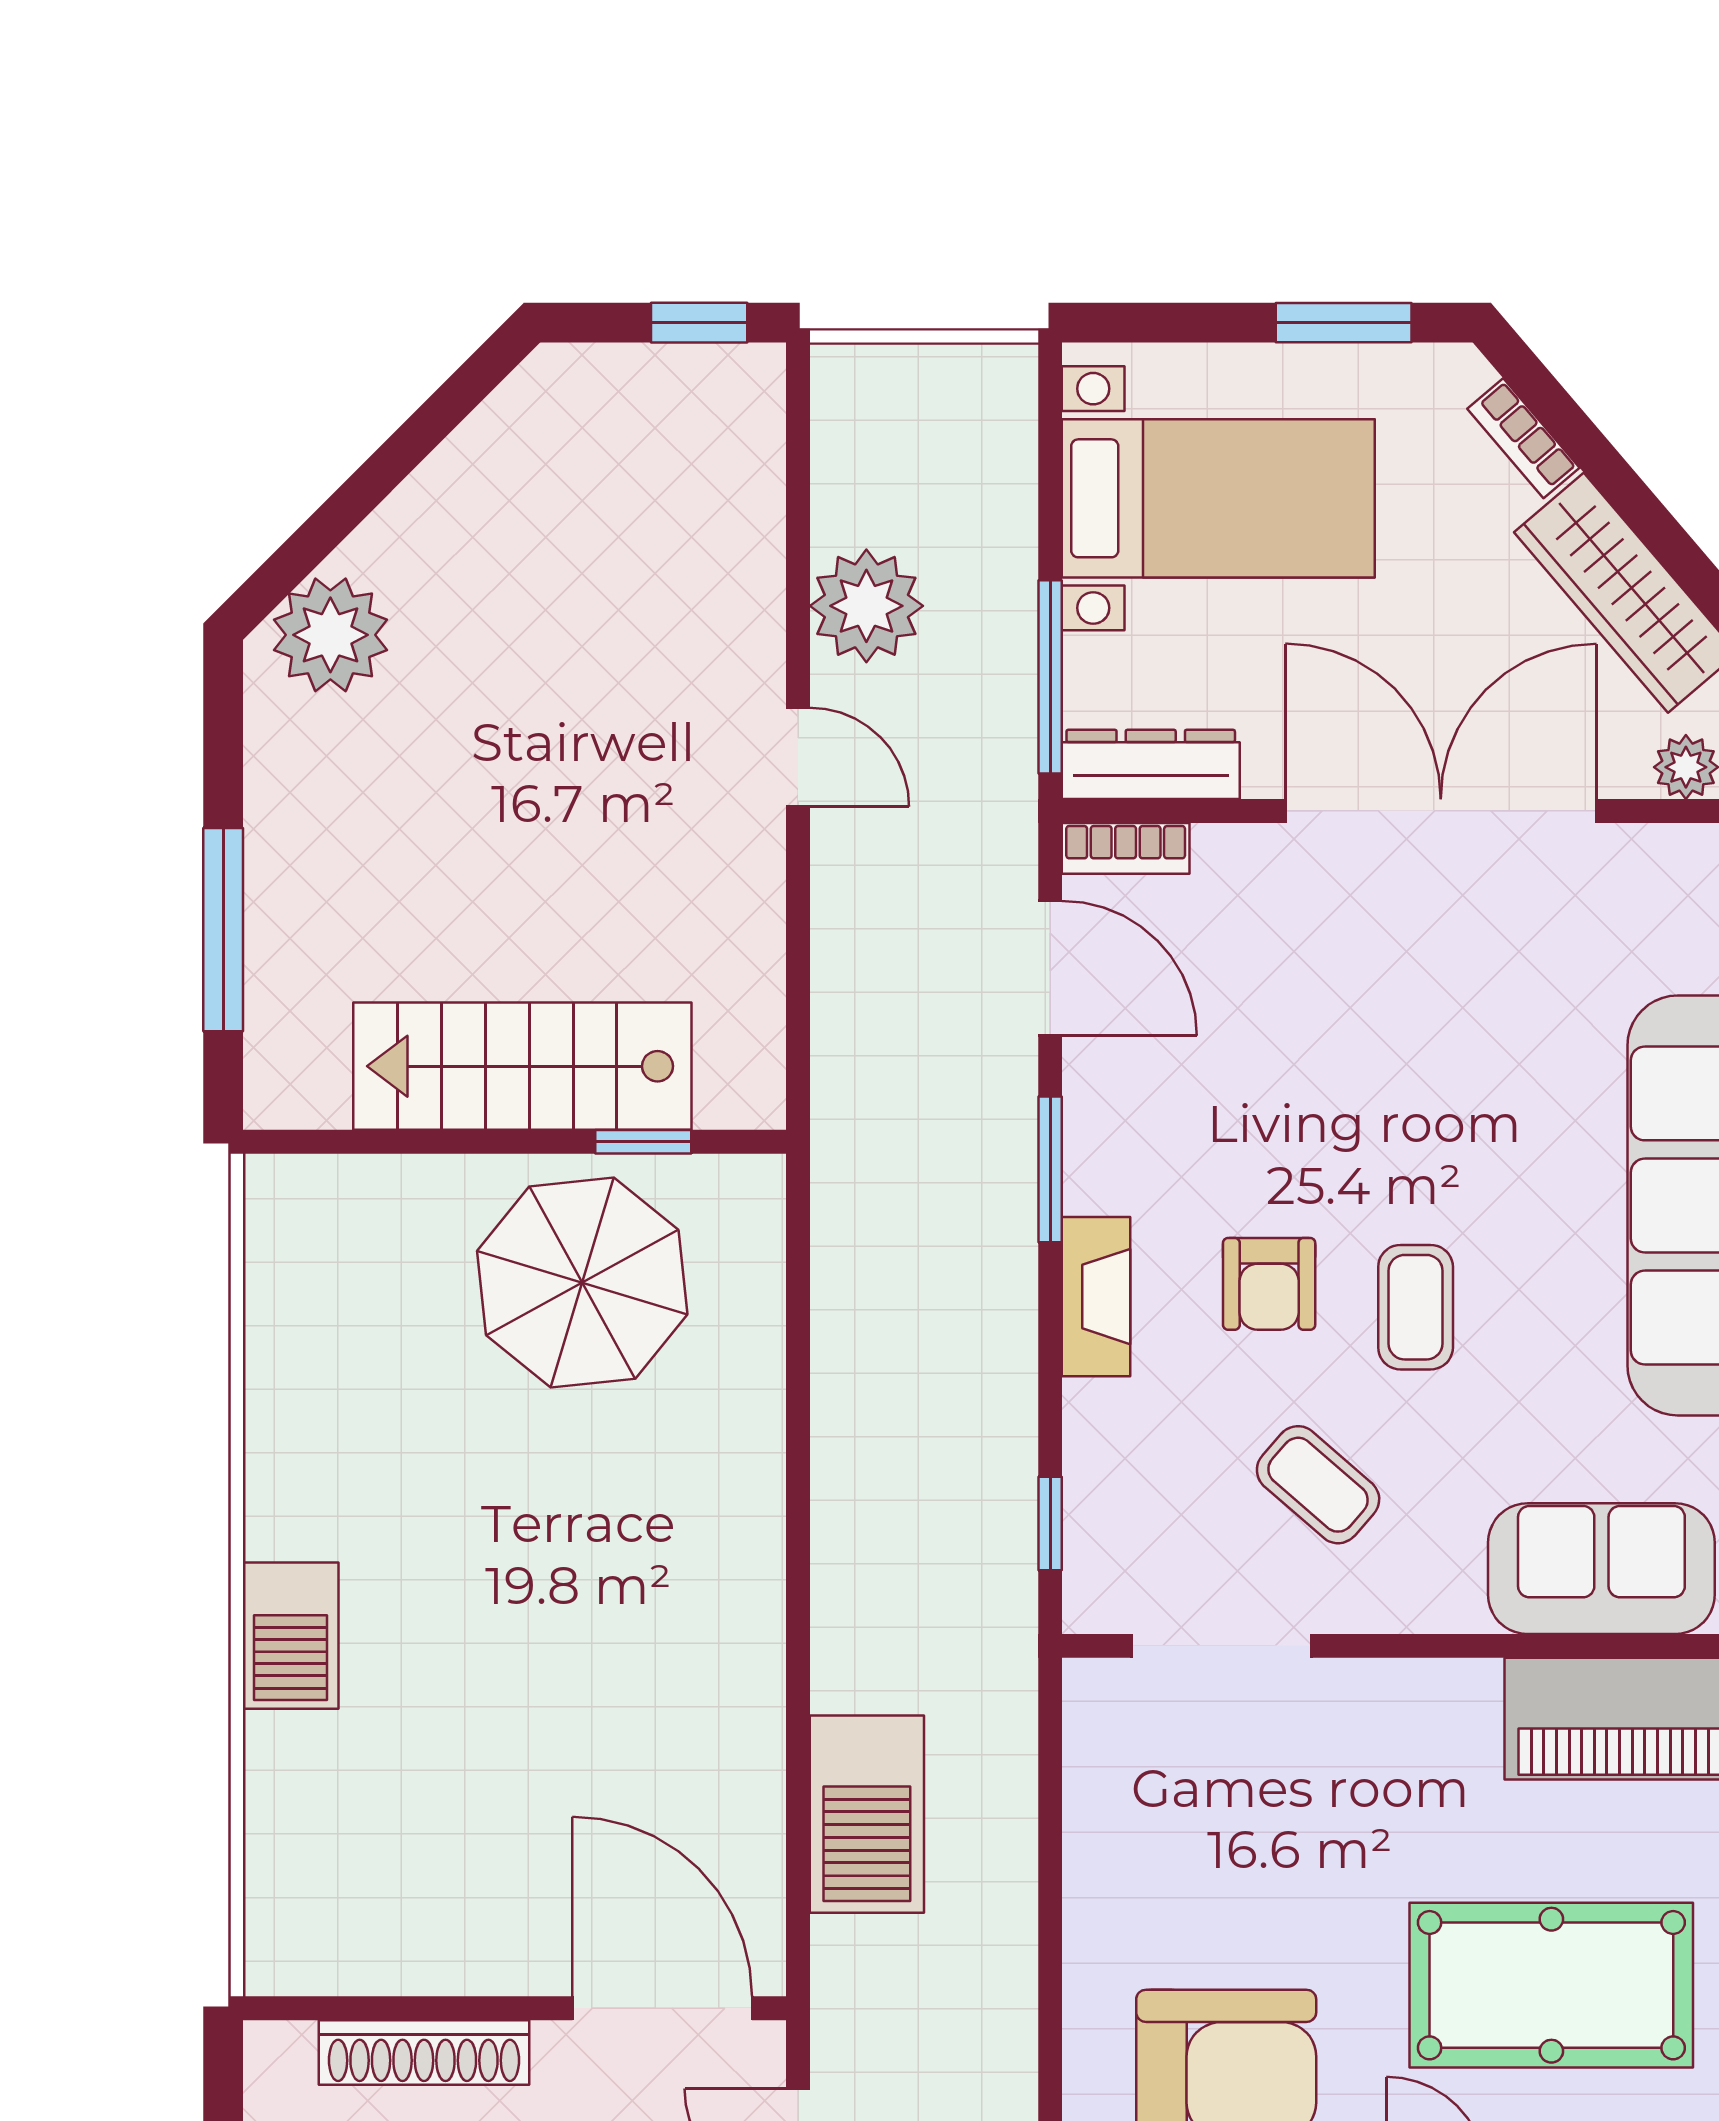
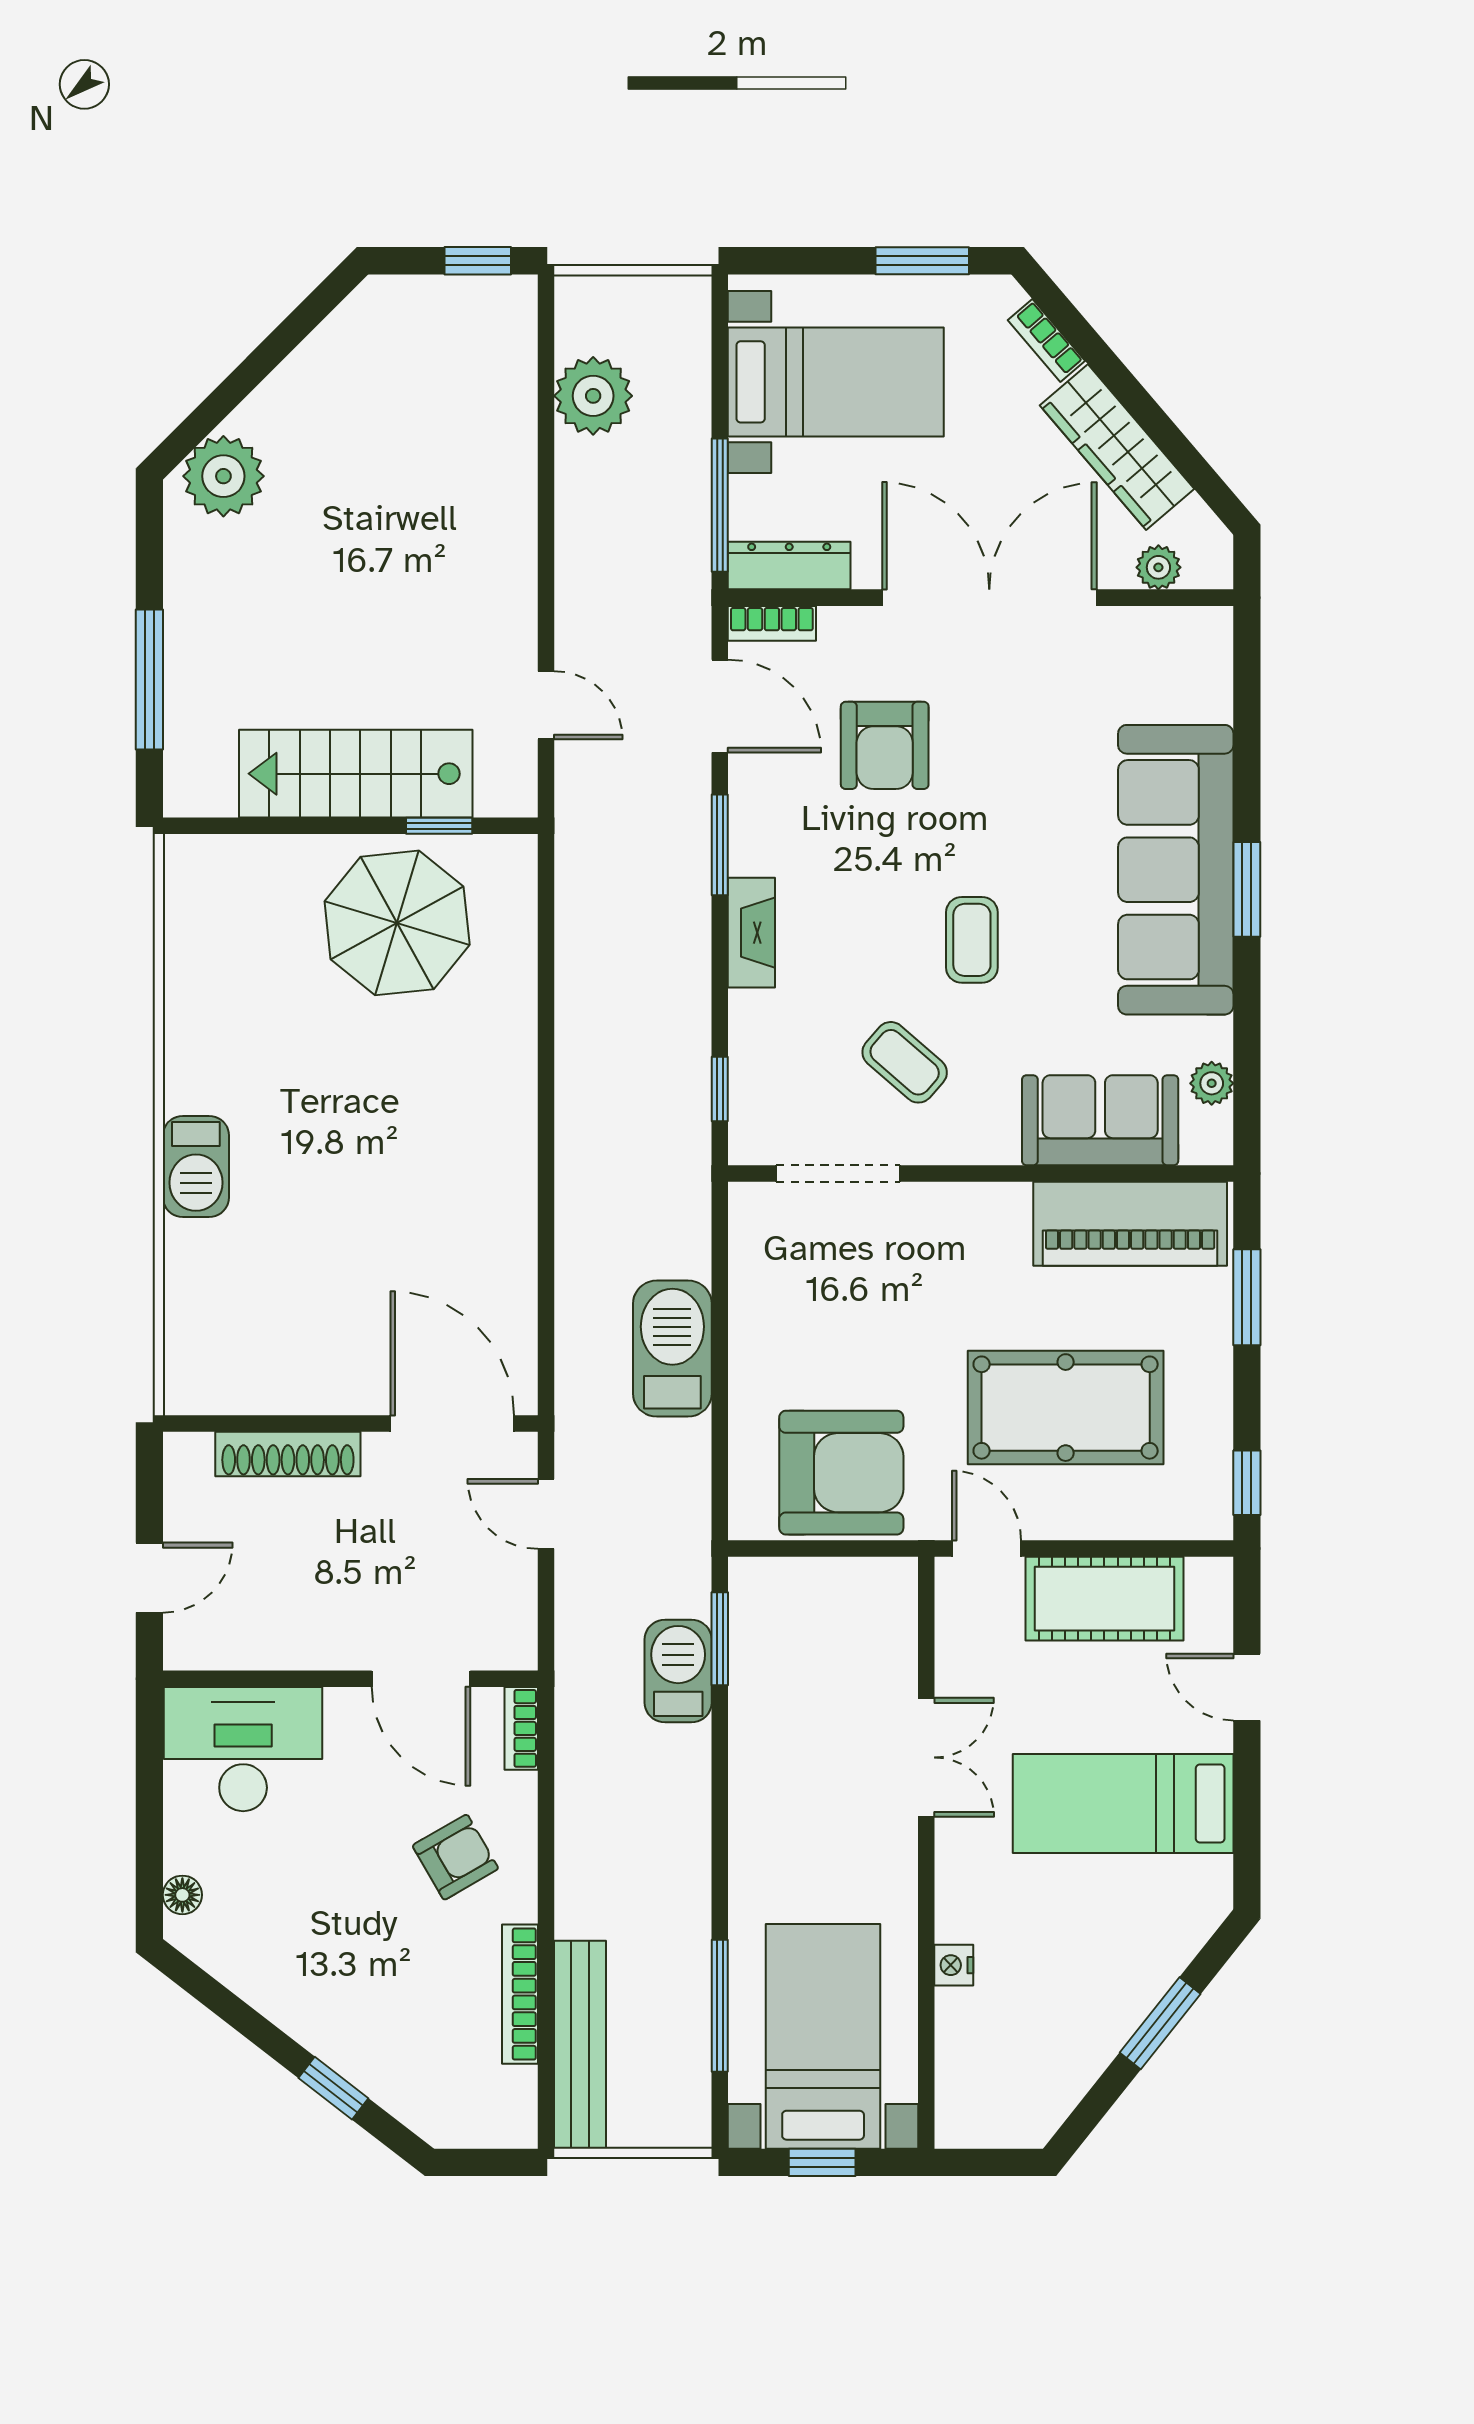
plant: (866, 606) -> (593, 396), moved
door: (798, 757) -> (546, 705), moved
armchair: (1269, 1284) -> (885, 745), moved, width x1.38, depth x1.38
barbecue: (867, 1814) -> (672, 1349), moved, turned 180

